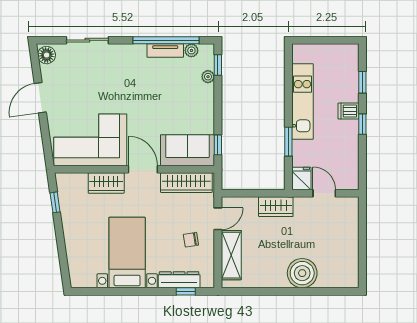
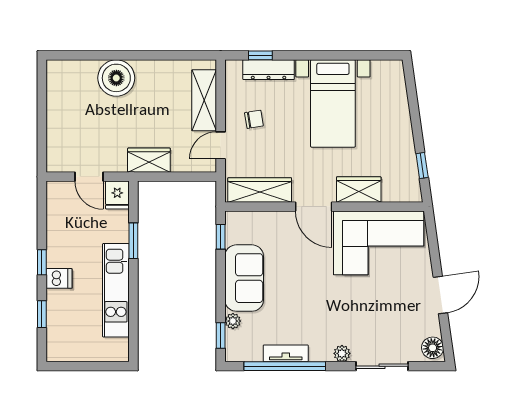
plant: (191, 50) -> (342, 353), moved
sofa: (188, 150) -> (244, 278), moved, turned -90

